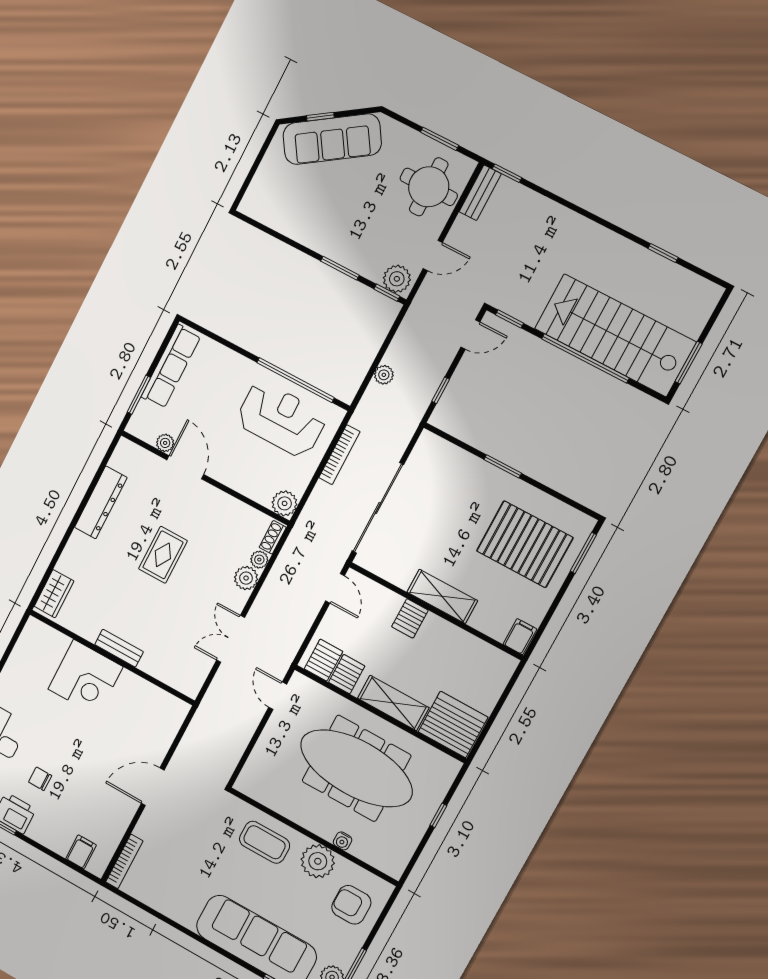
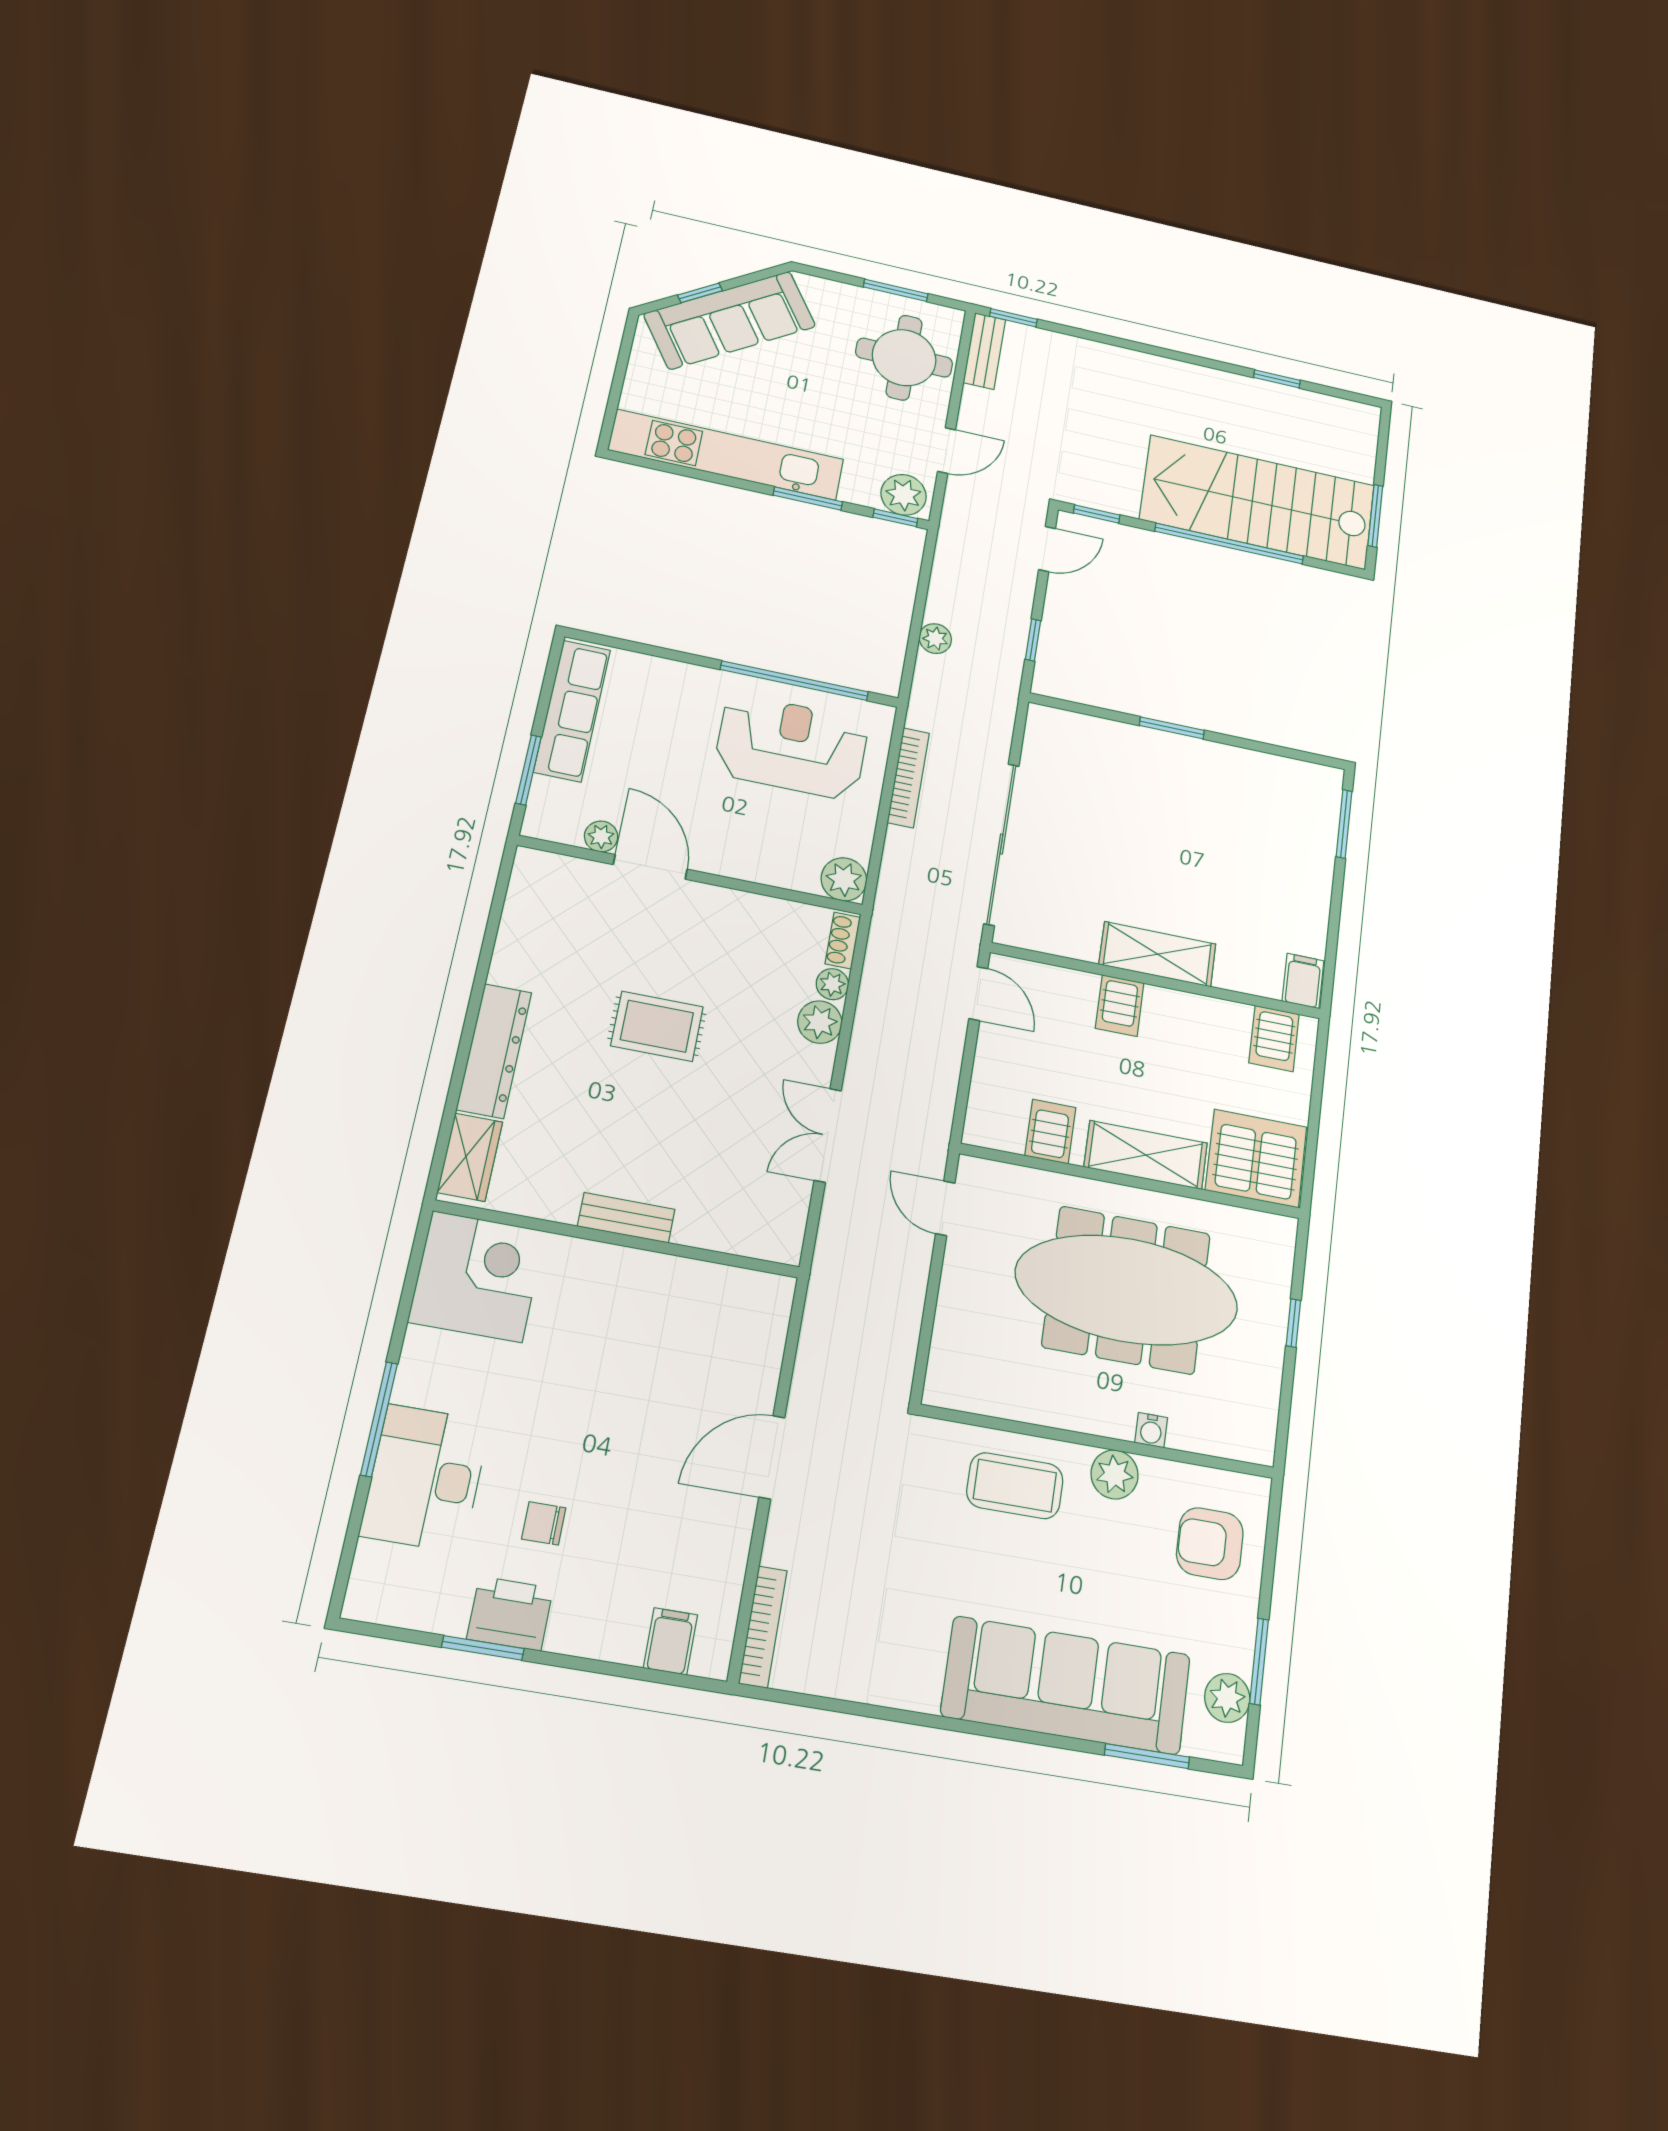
kitchen unit: (302, 229) -> (726, 455), added
dresser: (101, 502) -> (494, 1051), moved
pallet: (525, 544) -> (1252, 836), removed
rug: (163, 555) -> (657, 1026), turned 90
server rack: (323, 660) -> (1274, 1038), moved, turned 180
corner desk: (85, 678) -> (477, 1276), moved, turned -90
plant: (318, 861) -> (1115, 1474), width x0.73, depth x0.73

